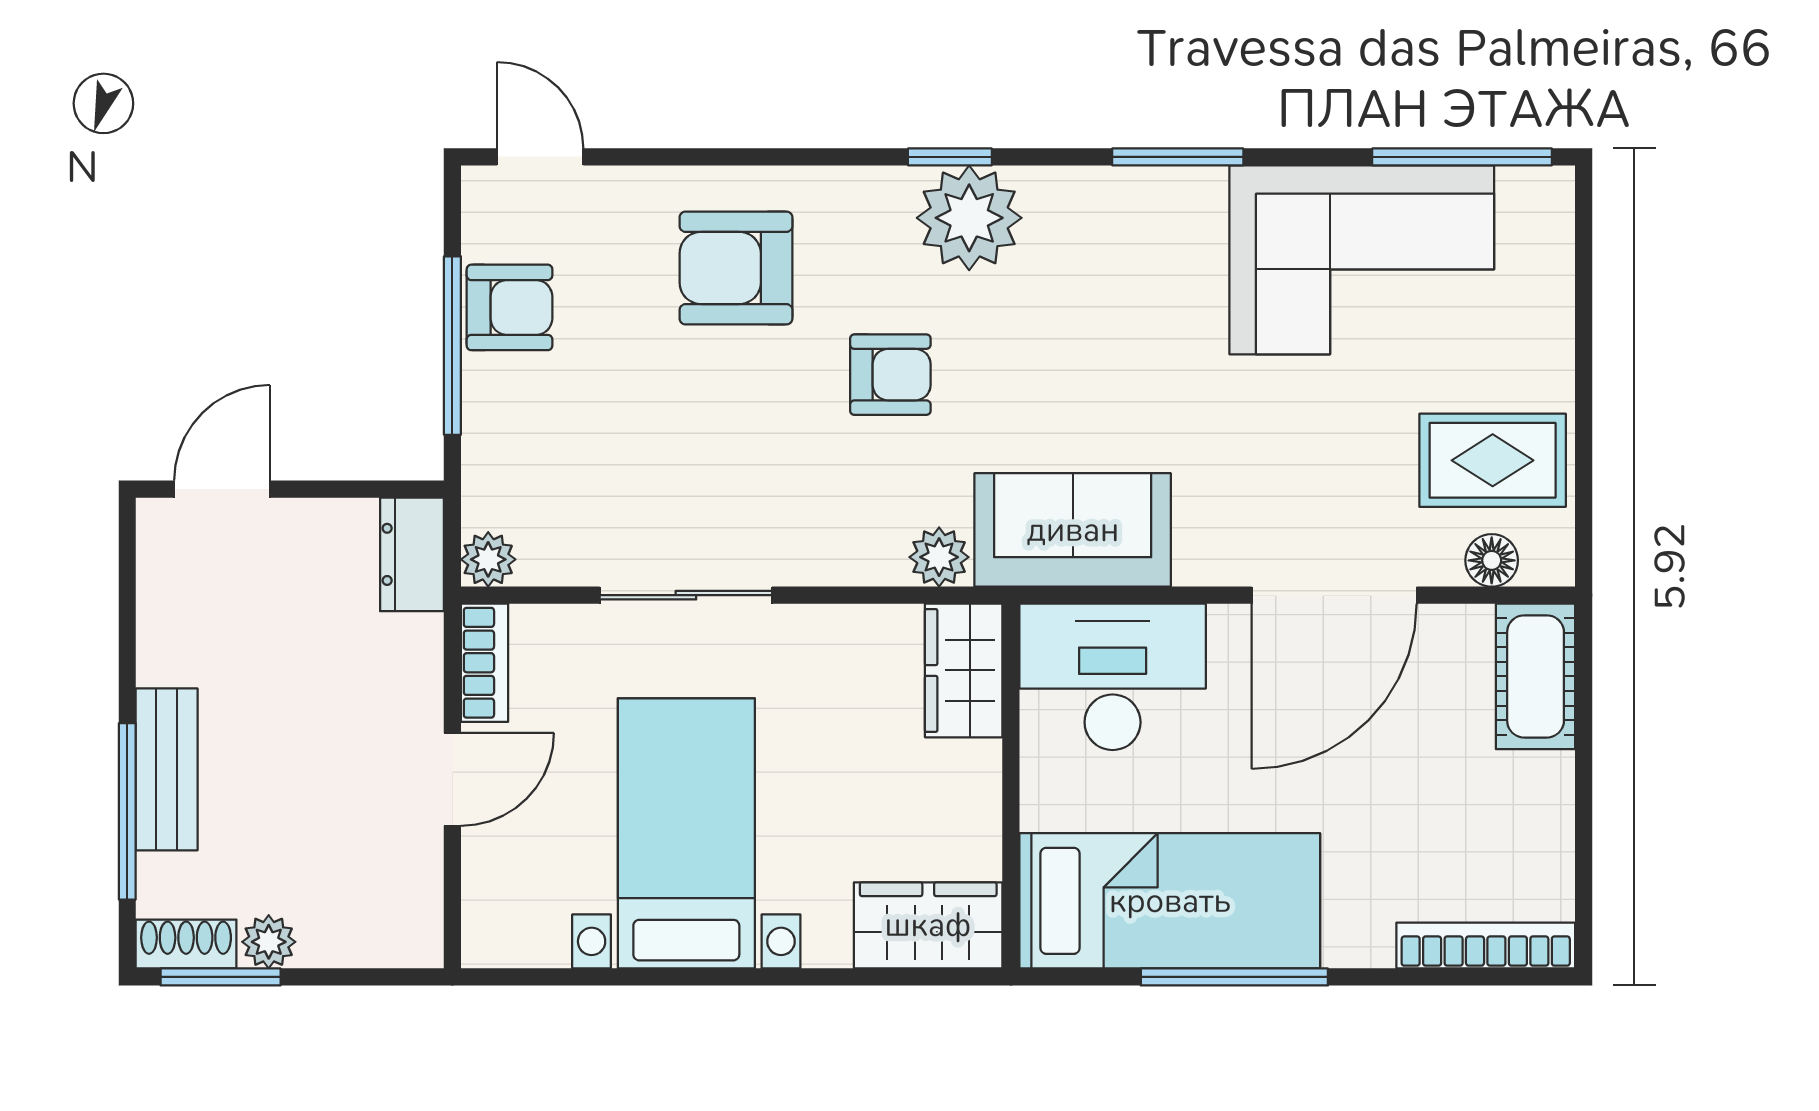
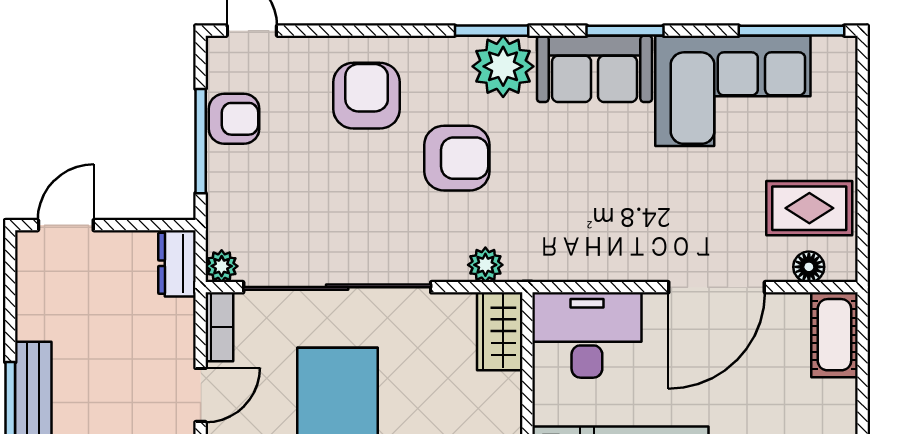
window: (950, 157) -> (492, 31), width x1.50
armchair: (736, 268) -> (367, 96), turned 90
armchair: (890, 375) -> (457, 158), width x1.38, depth x1.38
sofa: (1073, 530) -> (595, 69), moved, turned 180
sliding door: (686, 595) -> (337, 287), width x1.86

